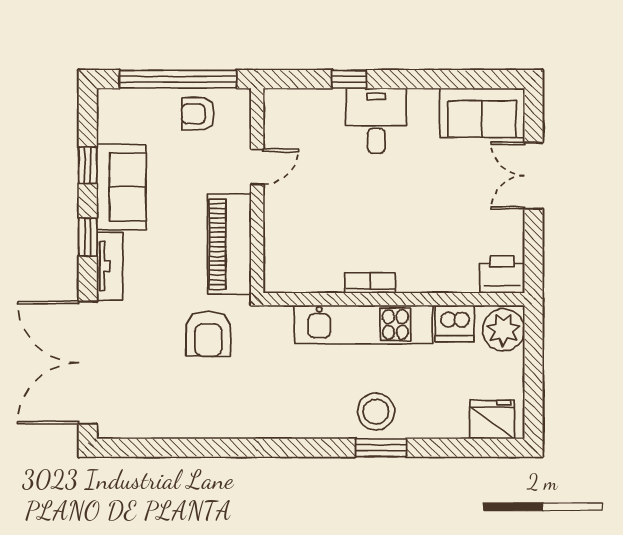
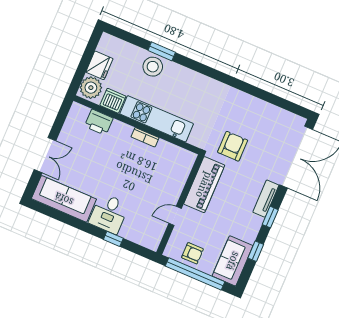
sofa: (482, 113) -> (64, 199), width x1.36
sofa: (121, 187) -> (233, 261), moved
printer: (502, 275) -> (99, 122), moved
stool: (376, 412) -> (153, 67), moved
fridge: (492, 419) -> (99, 65), moved, turned -90
window: (381, 448) -> (162, 51), moved

